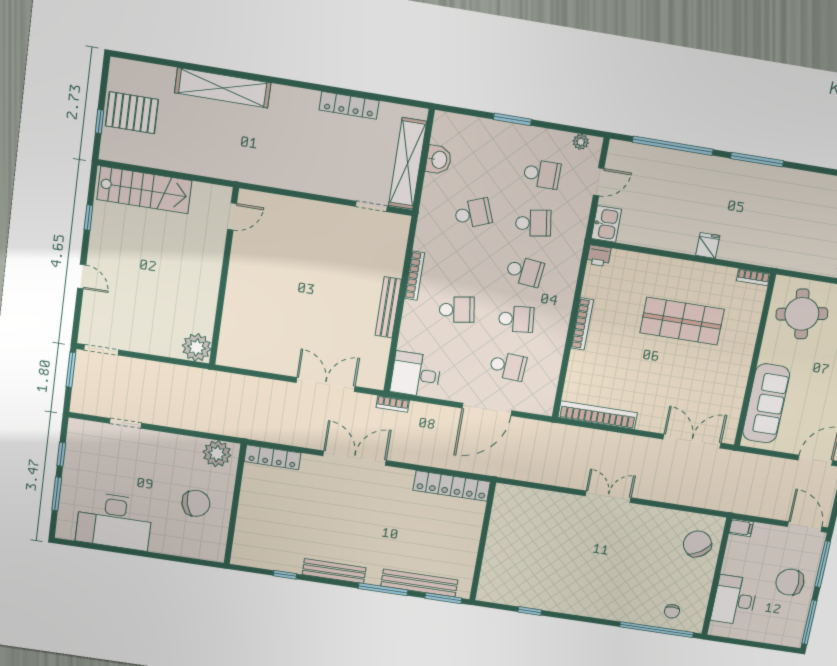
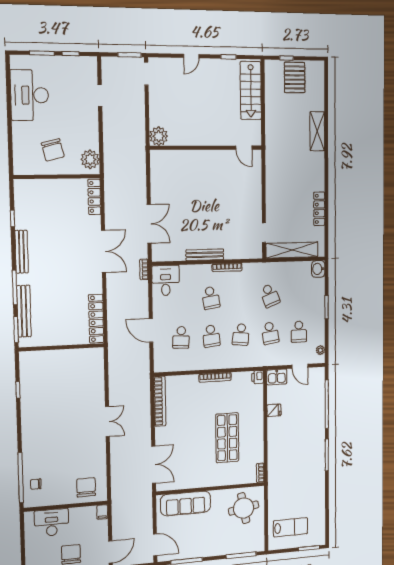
shelving: (223, 88) -> (317, 131), width x0.68
washbasin: (439, 160) -> (318, 269), moved, turned 90
fridge: (708, 245) -> (274, 410), moved
door: (487, 409) -> (151, 330), width x0.73
chair: (697, 544) -> (86, 487), turned -56

